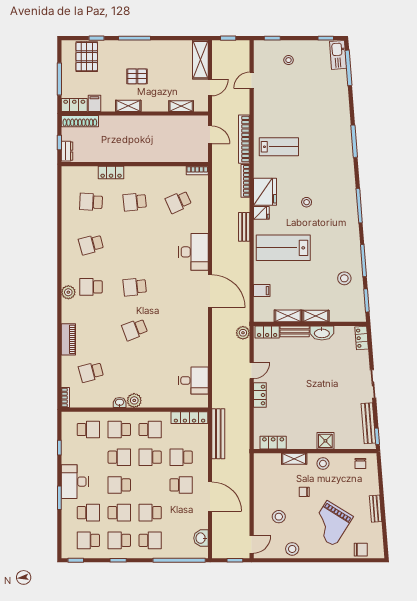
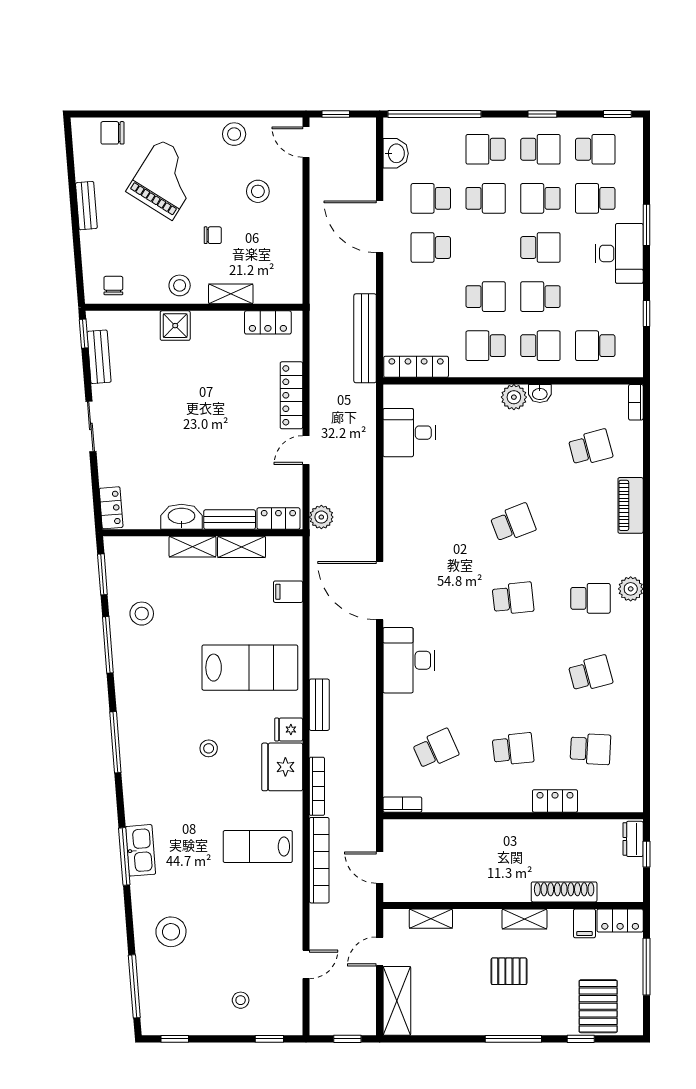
kitchen sink: (338, 55) -> (141, 850), moved
stool: (328, 99) -> (171, 932), added
shoe rack: (80, 121) -> (564, 892), moved
locker: (260, 395) -> (291, 395), width x1.53
bench: (368, 423) -> (99, 357), width x0.73
school desk: (181, 457) -> (431, 198), moved, turned 180
door: (252, 544) -> (306, 142), hinge flipped

